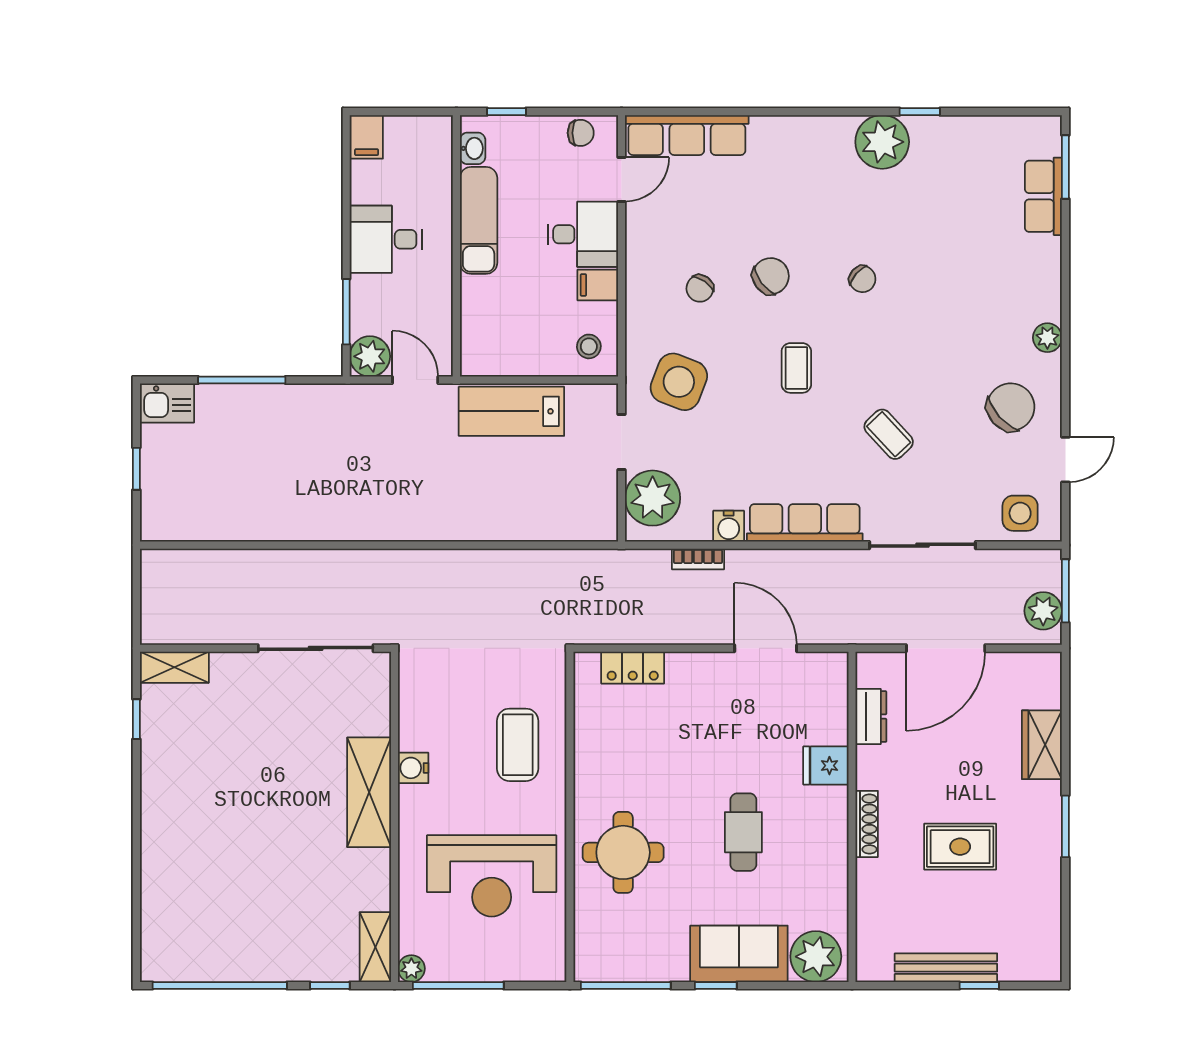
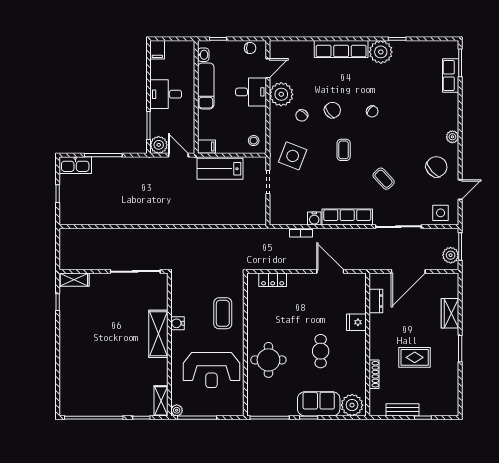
row of seats: (687, 135) -> (341, 49), moved
filing cabinet: (598, 285) -> (207, 147), moved, turned 180
kitchen sink: (167, 403) -> (75, 165), width x1.38
plant: (653, 498) -> (281, 94), moved
shoe rack: (867, 824) -> (374, 374), moved
bench: (946, 968) -> (402, 410), width x0.73

